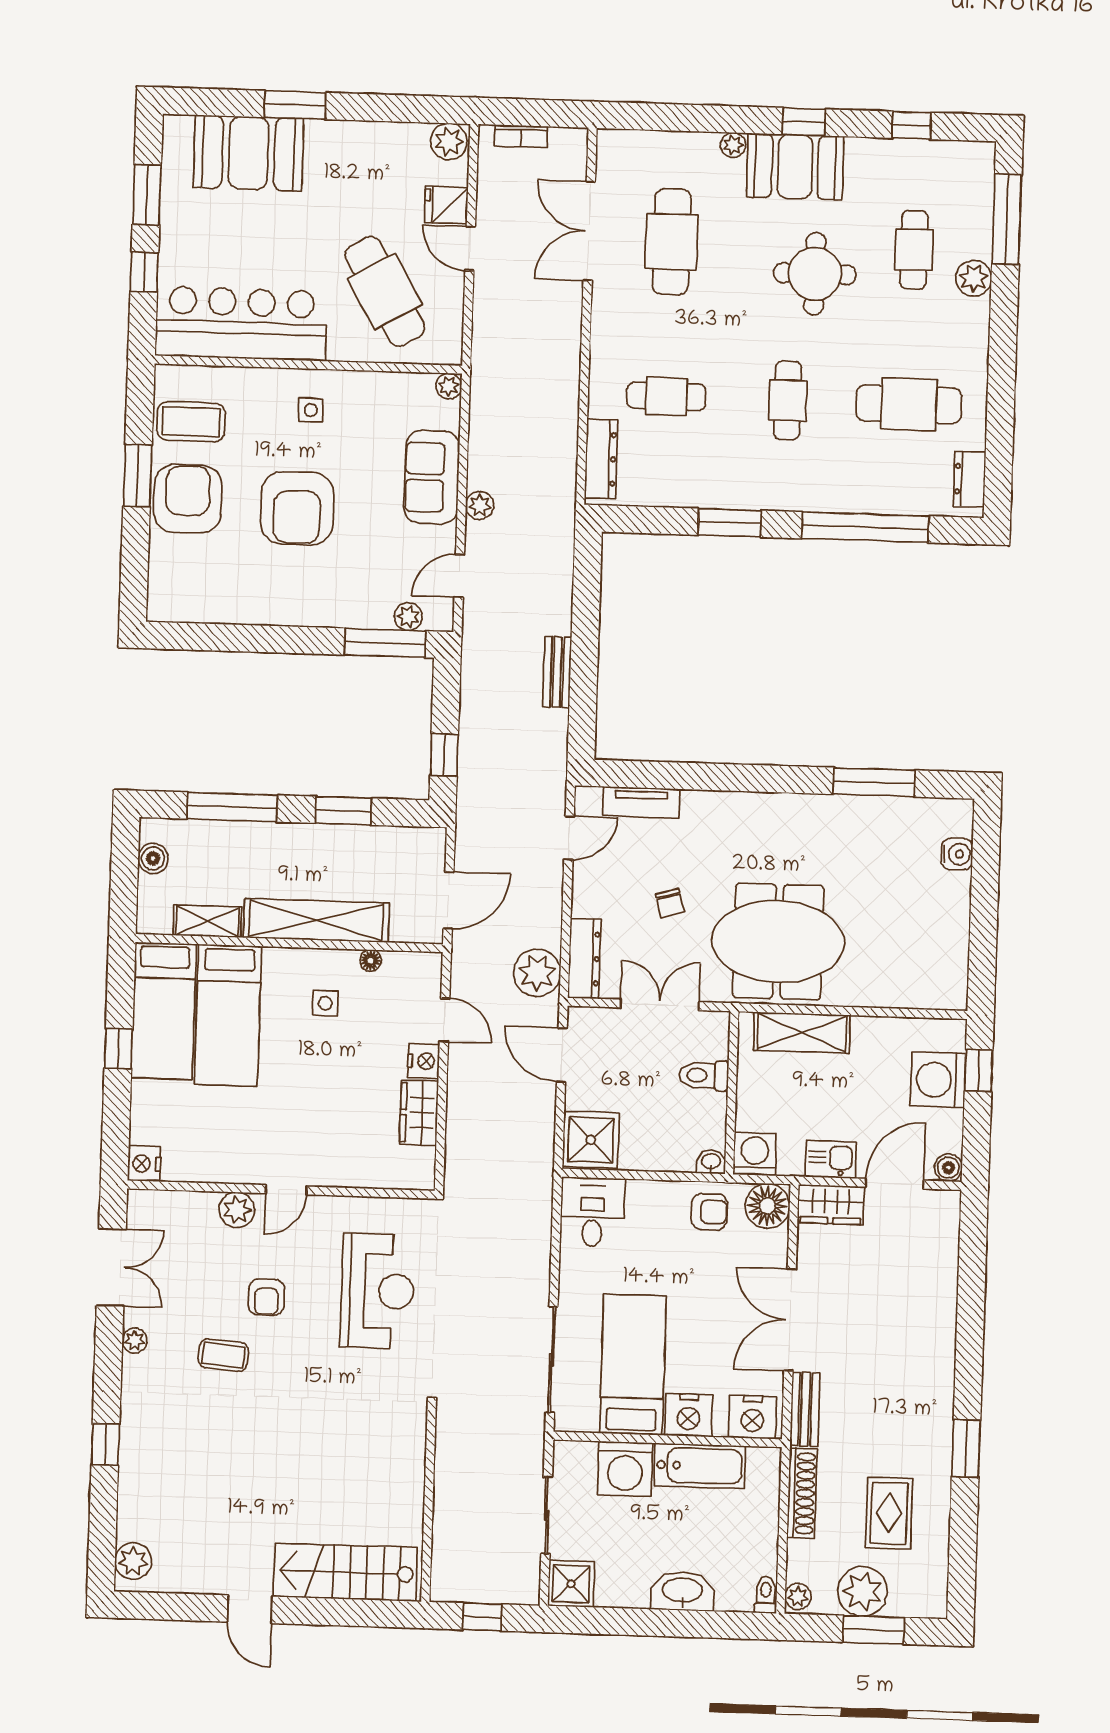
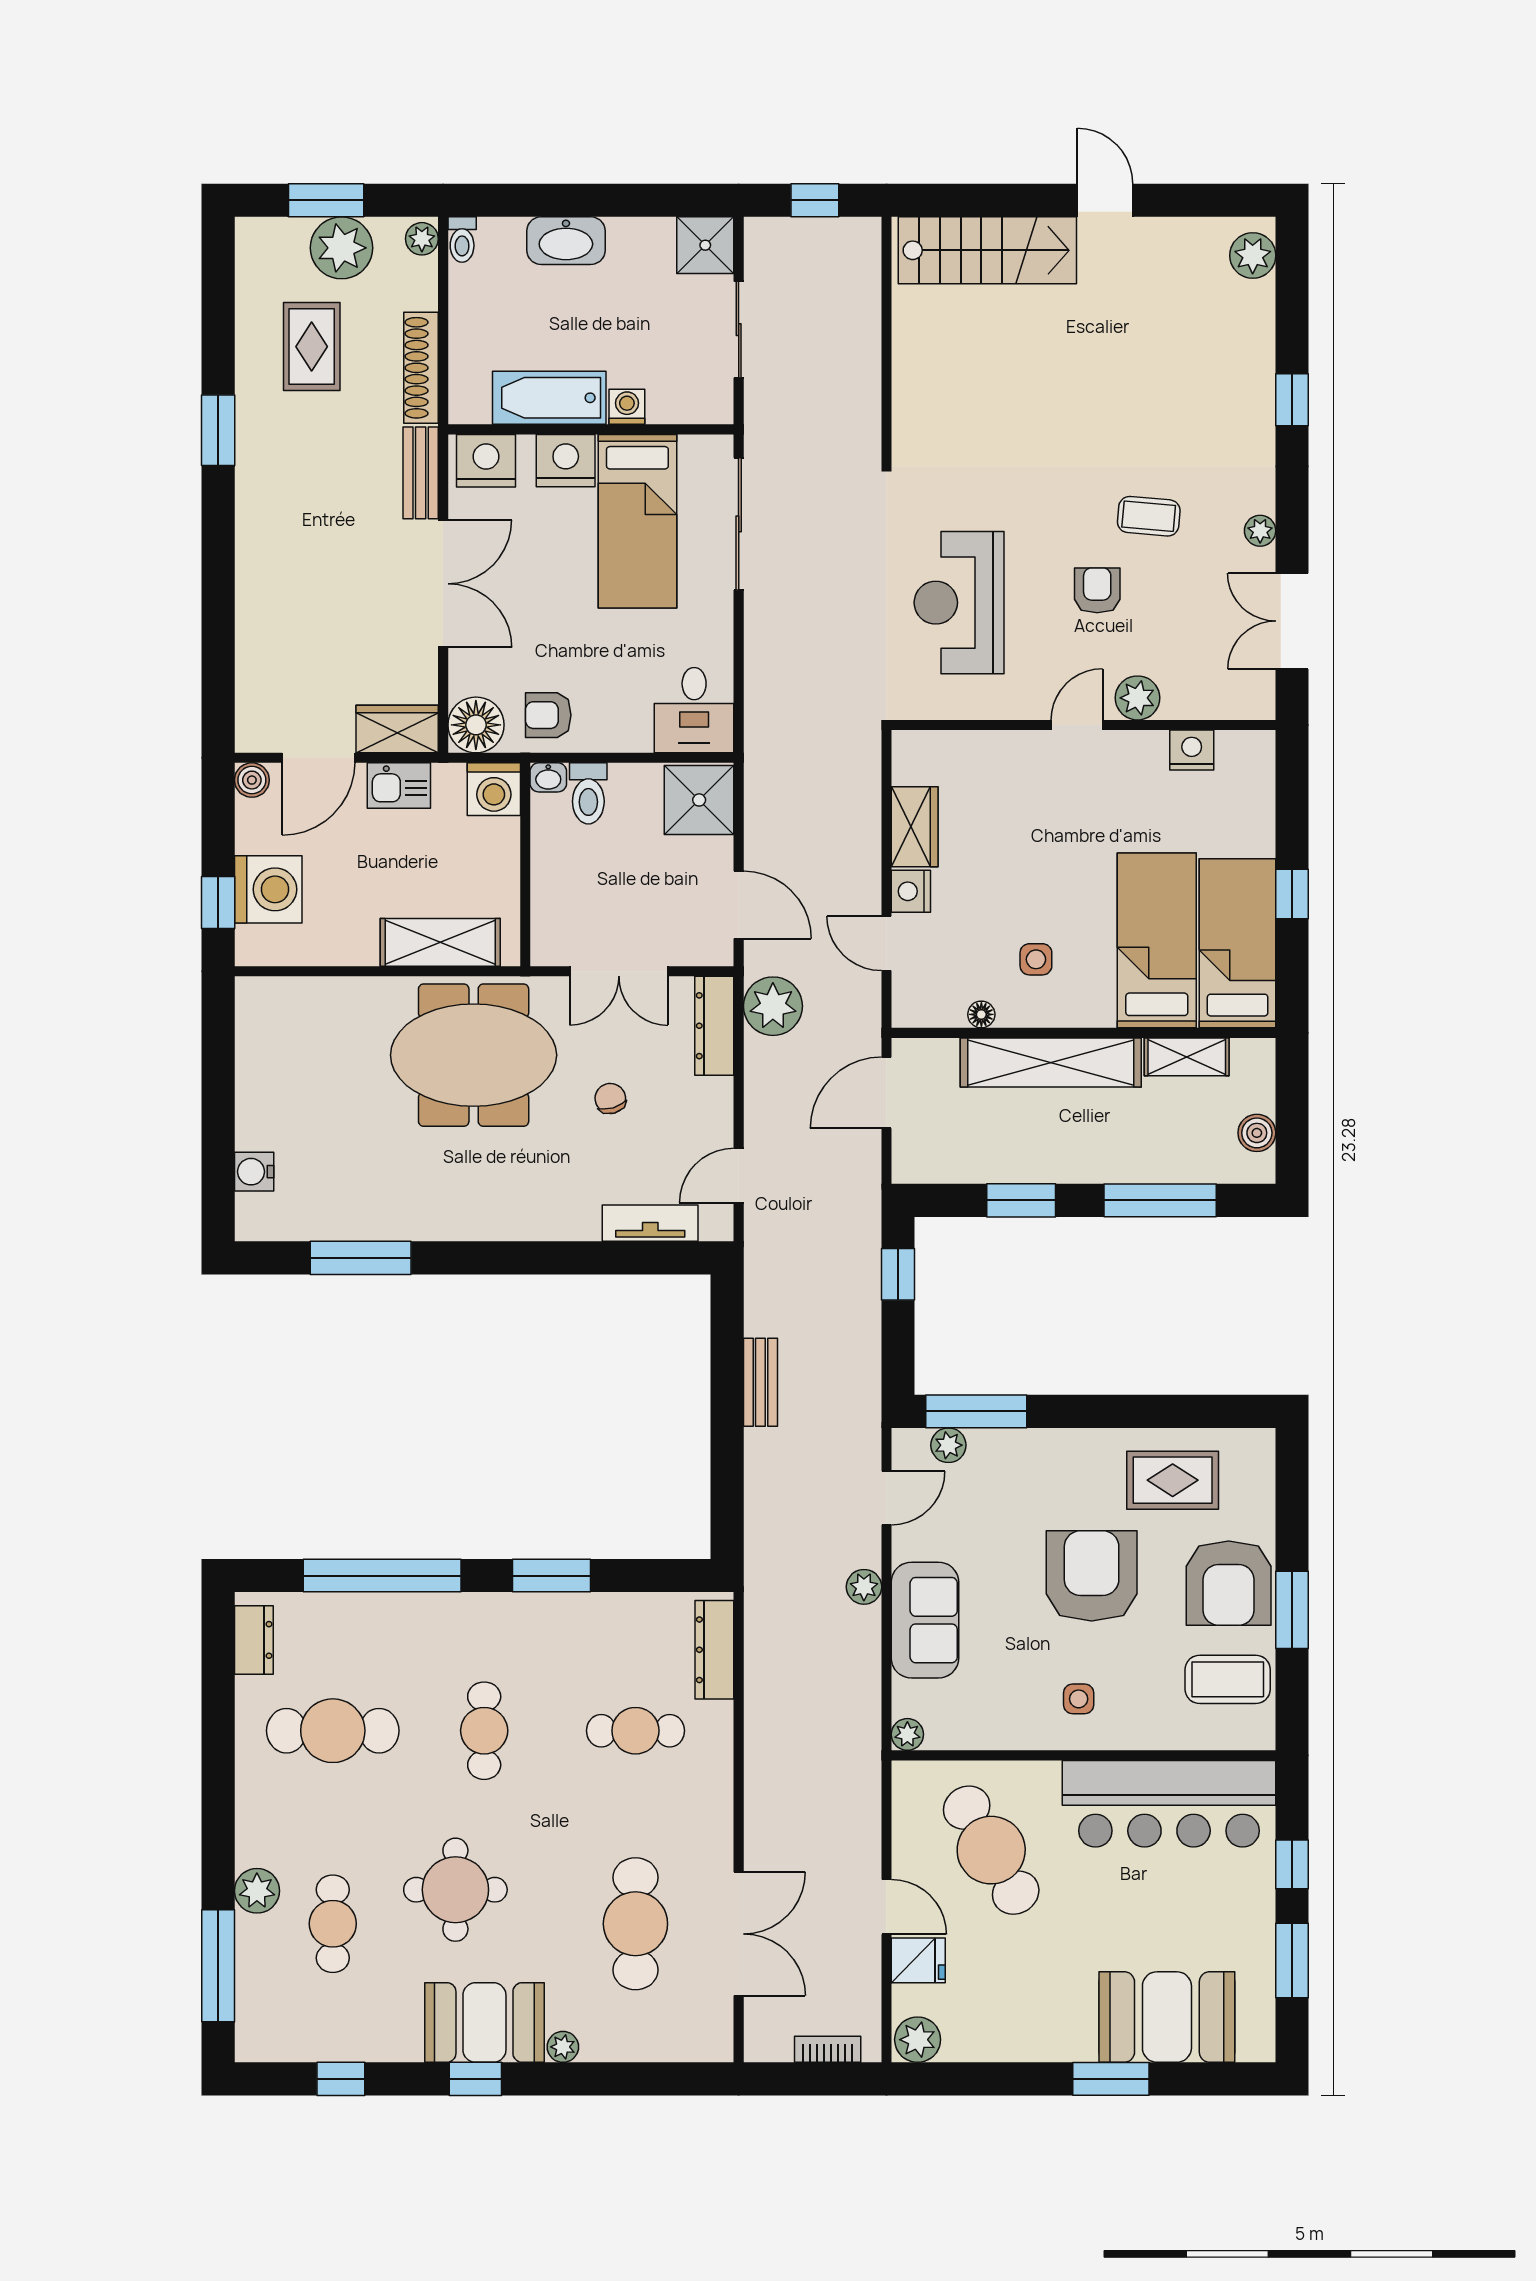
rug: (230, 583) -> (1173, 1480), added
toilet: (704, 1075) -> (588, 793), moved, turned 90
nightstand: (144, 1164) -> (1192, 750), moved, turned -90
washing machine: (625, 1469) -> (627, 407), width x0.53, depth x0.53

